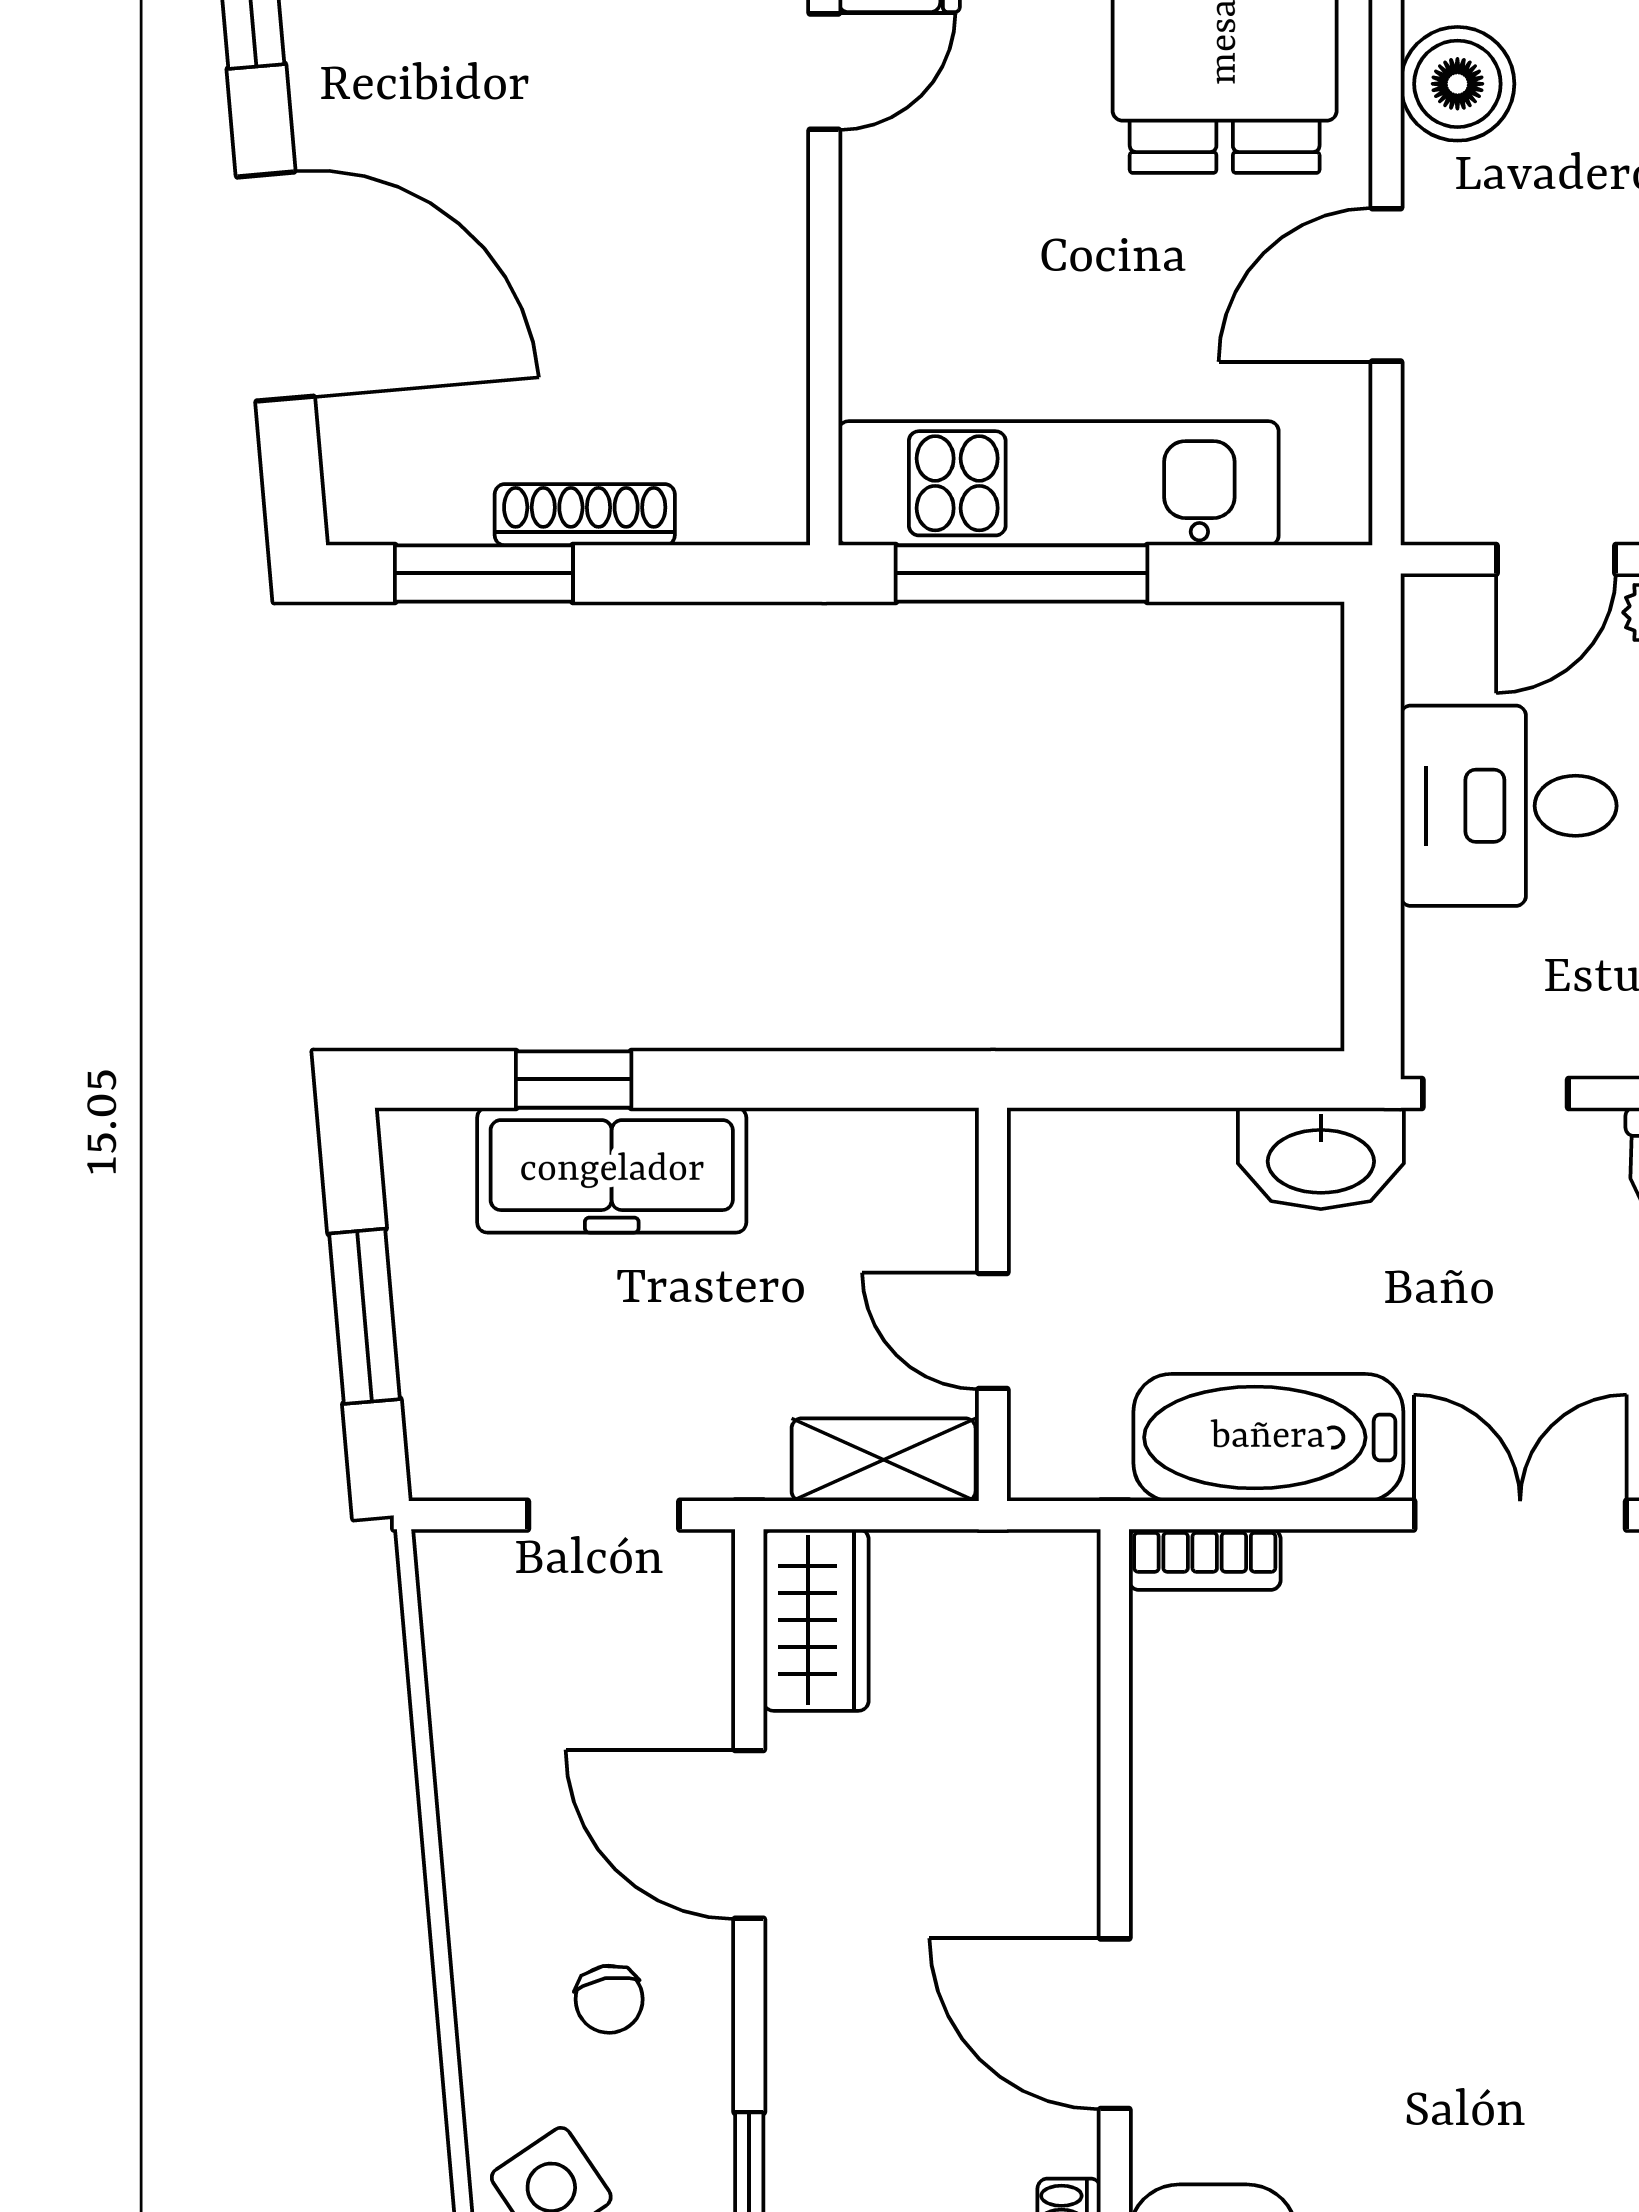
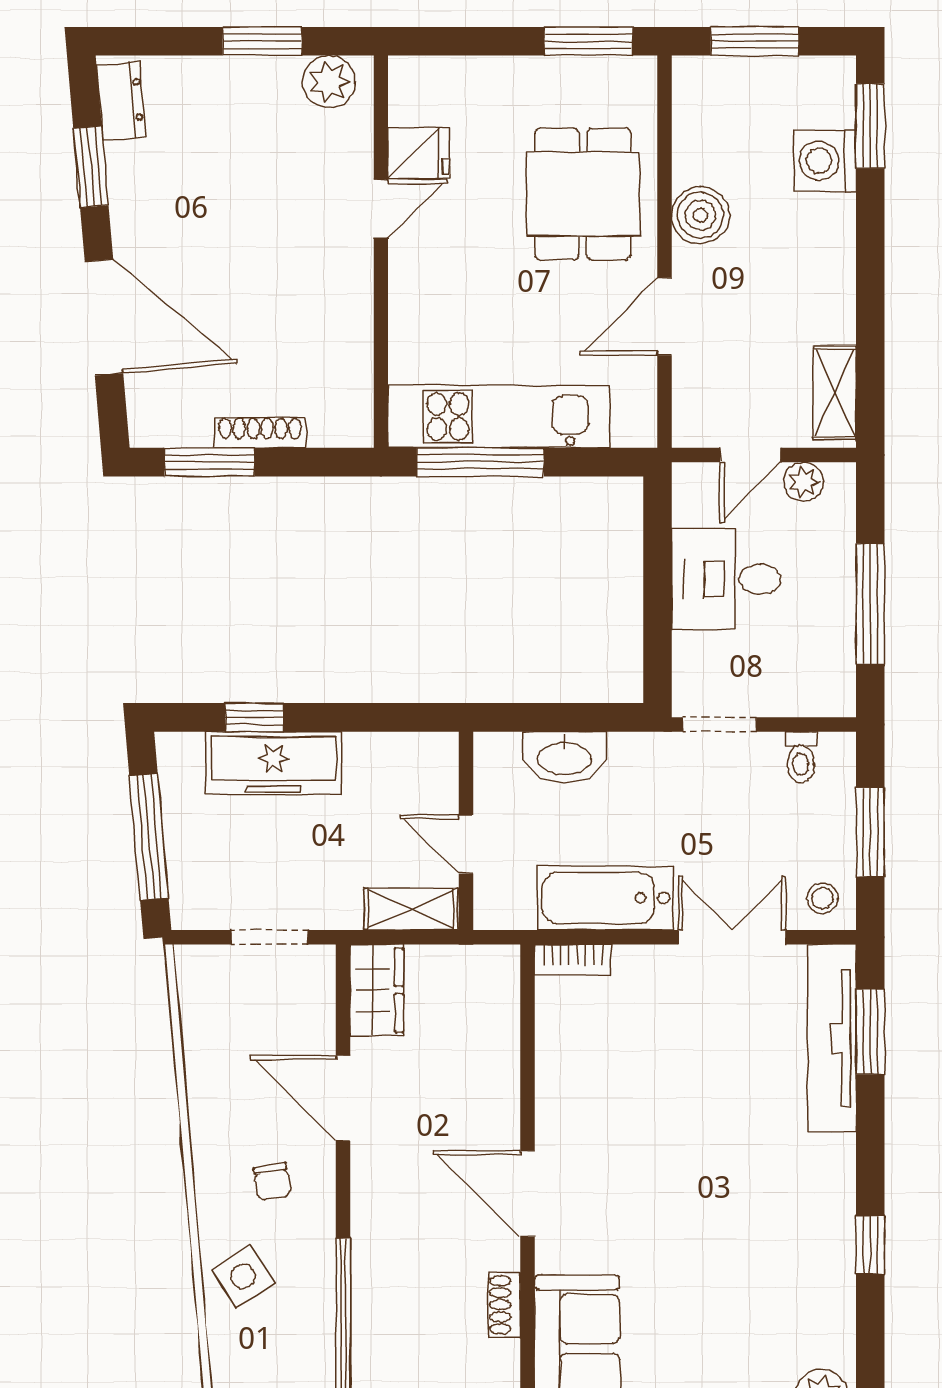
washbasin: (1321, 1158) -> (564, 757), moved
window: (365, 1316) -> (149, 837), width x1.44

